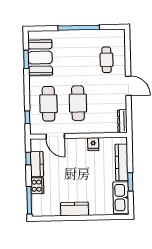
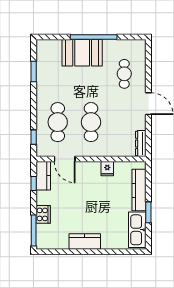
booth: (40, 58) -> (82, 53), moved, turned 90
kitchen counter: (37, 164) -> (43, 176), moved

